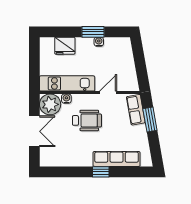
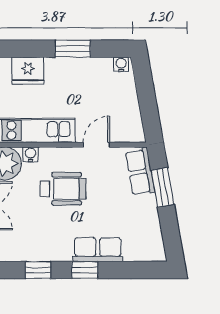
water cooler: (99, 42) -> (121, 64), moved
row of seats: (117, 159) -> (98, 250), width x0.68
window: (71, 172) -> (38, 270), added

